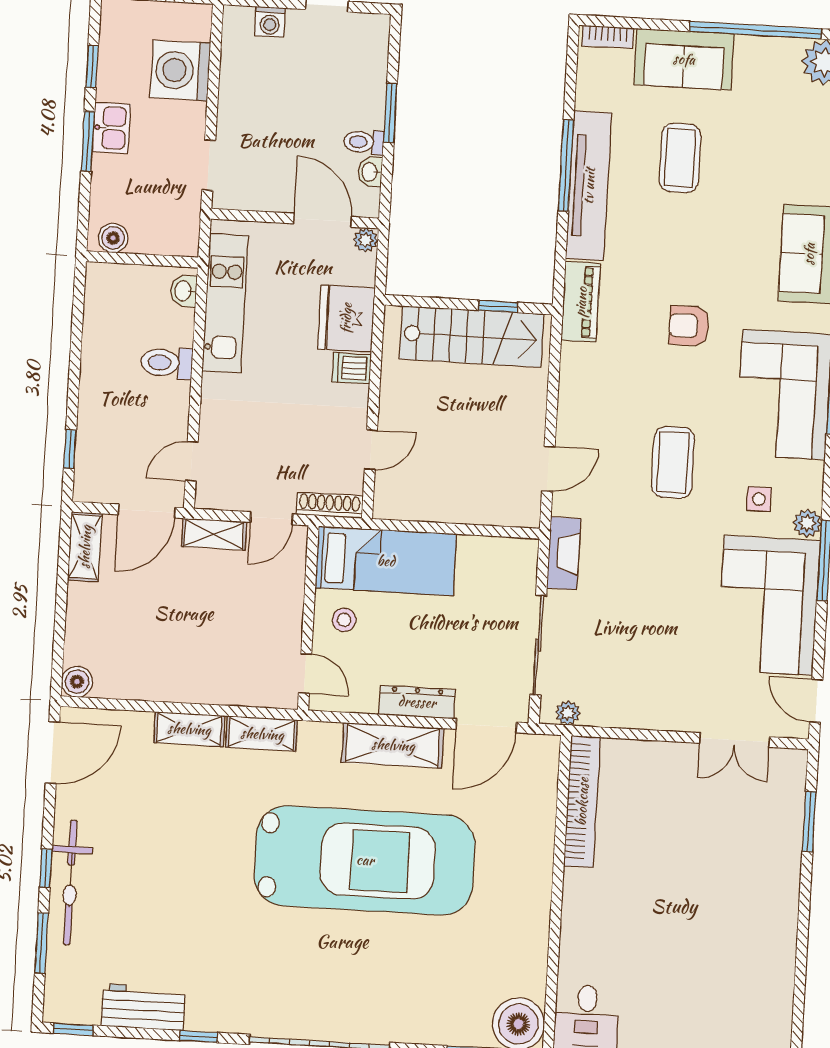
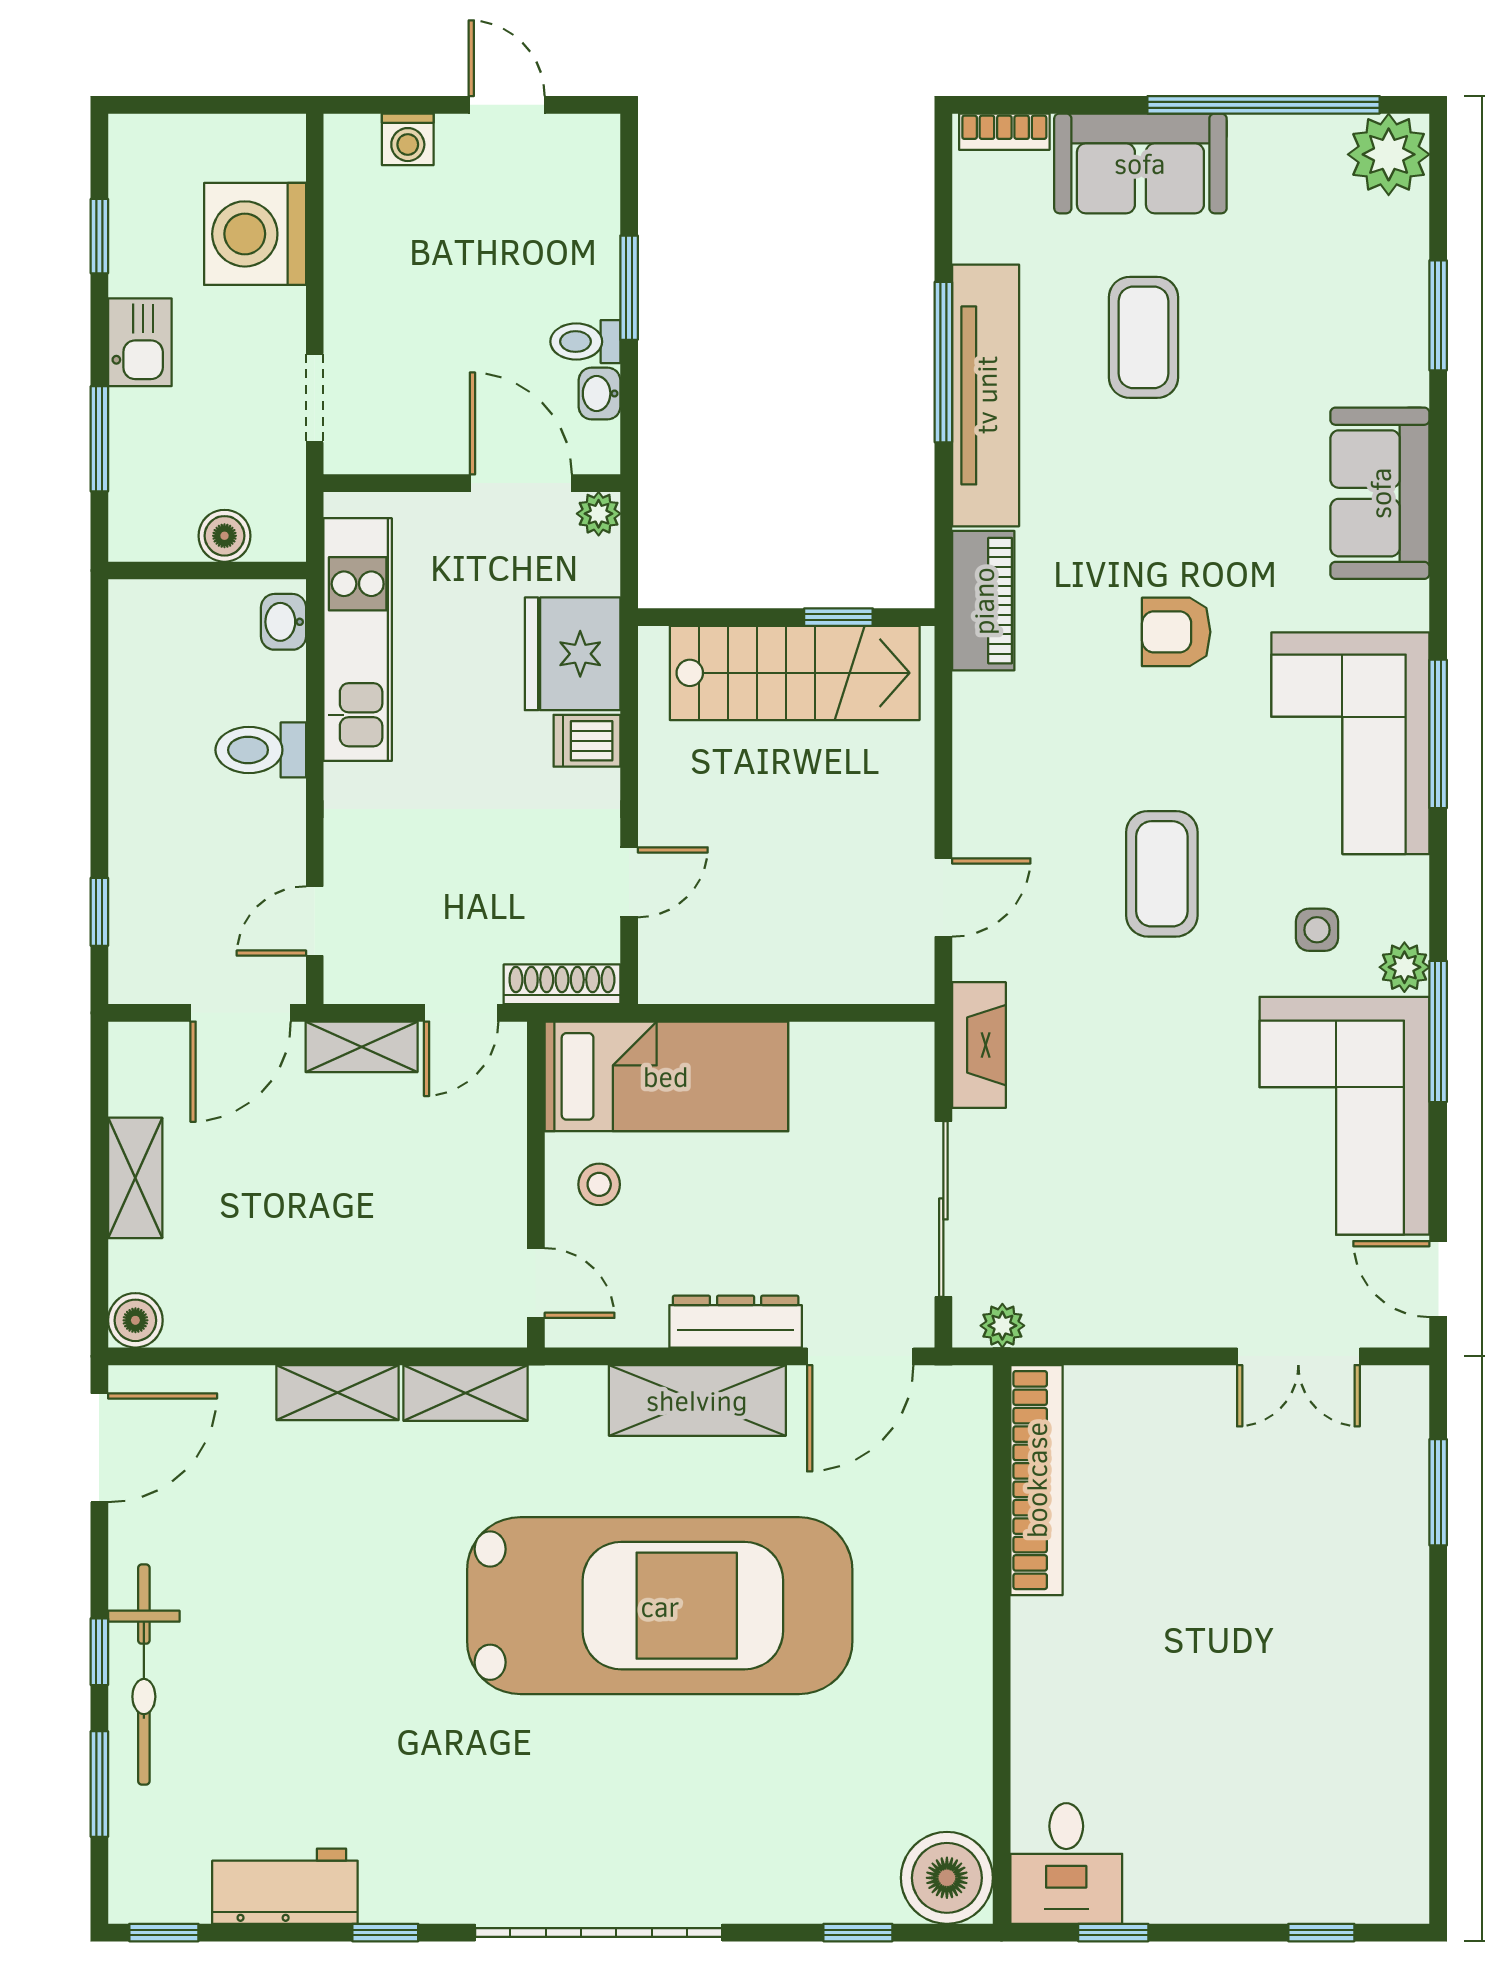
window: (88, 141) -> (99, 439), moved
boiler: (113, 238) -> (224, 536), moved
shelving: (85, 547) -> (135, 1178), moved

